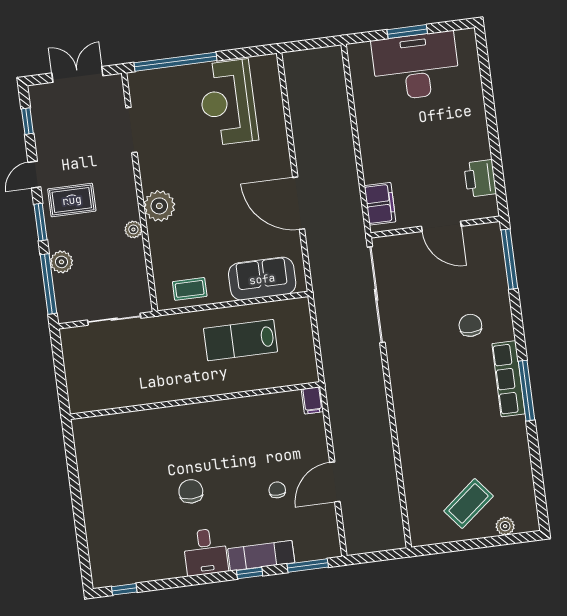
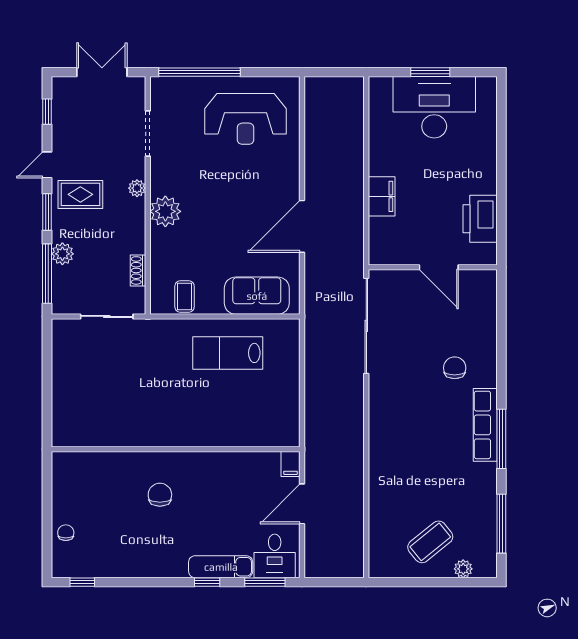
reception desk: (228, 103) -> (246, 119), turned -90
printer: (480, 178) -> (480, 219), width x1.37, depth x1.19
door: (299, 203) -> (302, 226), hinge flipped
filing cabinet: (380, 204) -> (382, 196), moved
plant: (133, 229) -> (137, 188), moved
window: (509, 259) -> (501, 524), moved
shoe rack: (140, 269) -> (138, 270), added
coffee table: (190, 289) -> (185, 297), turned 90
filing cabinet: (312, 400) -> (290, 464), moved
wall: (195, 401) -> (176, 449), moved
chair: (277, 490) -> (66, 533), moved
desk: (206, 552) -> (275, 556), moved

